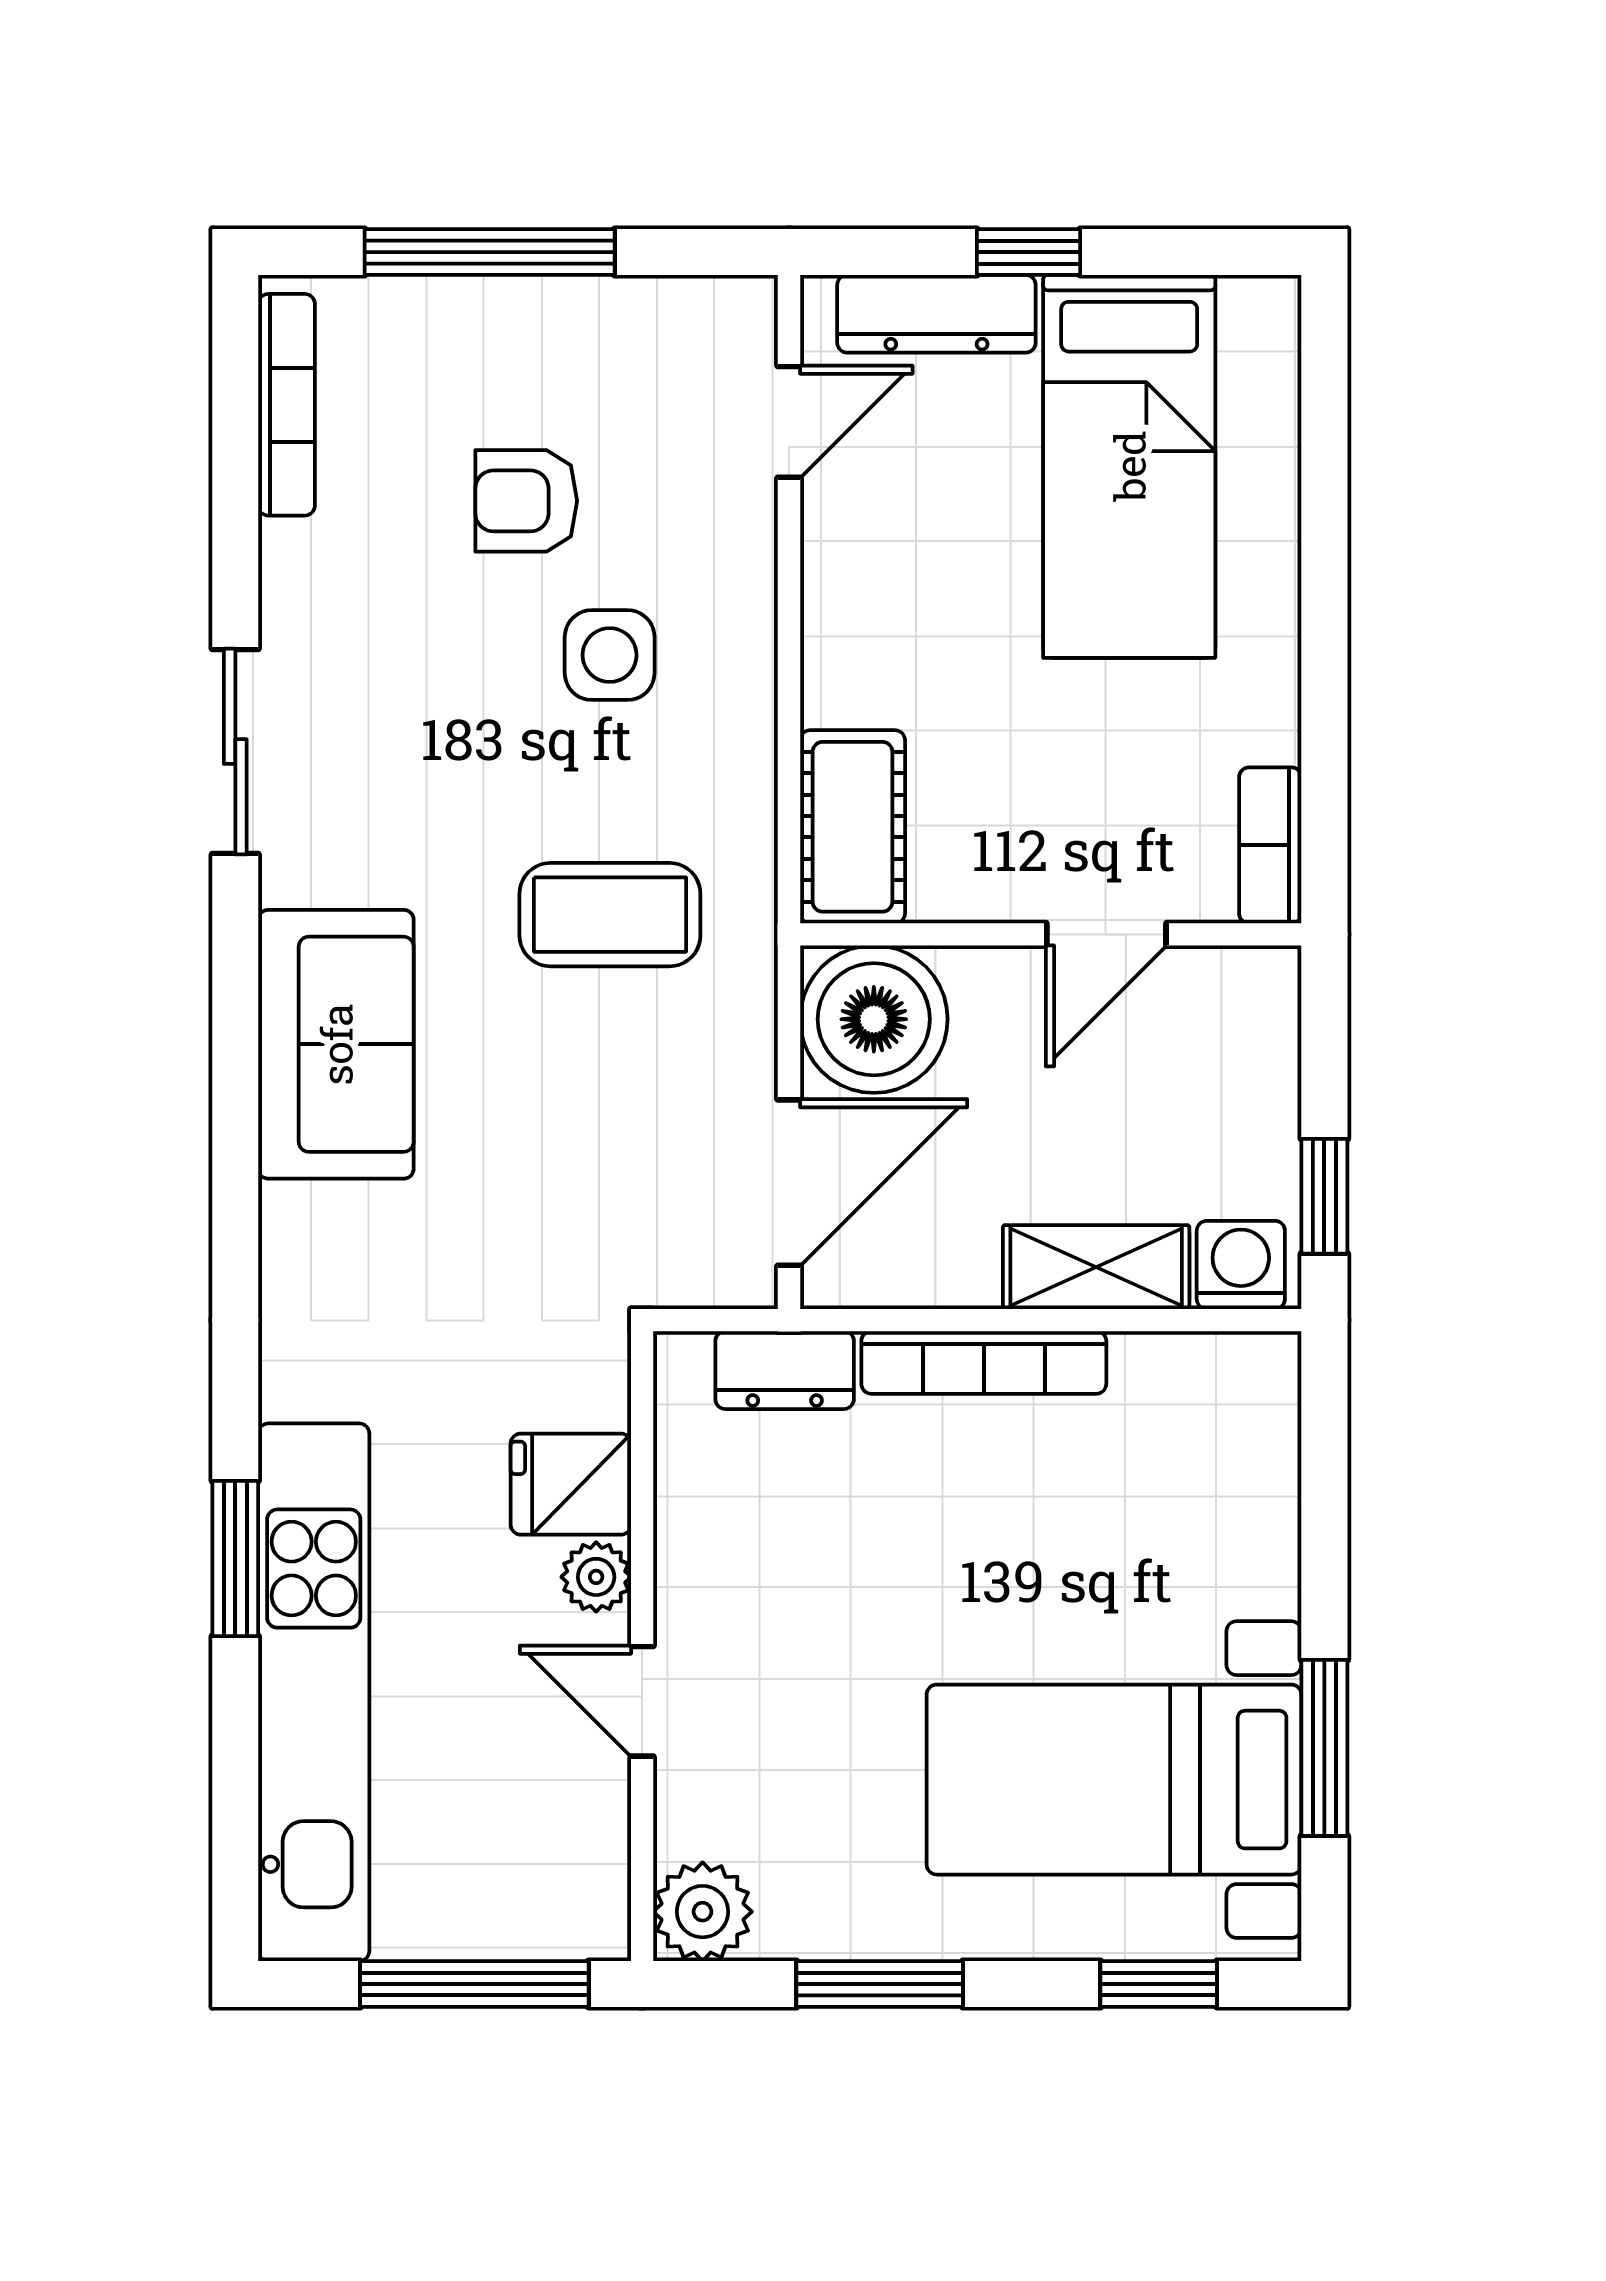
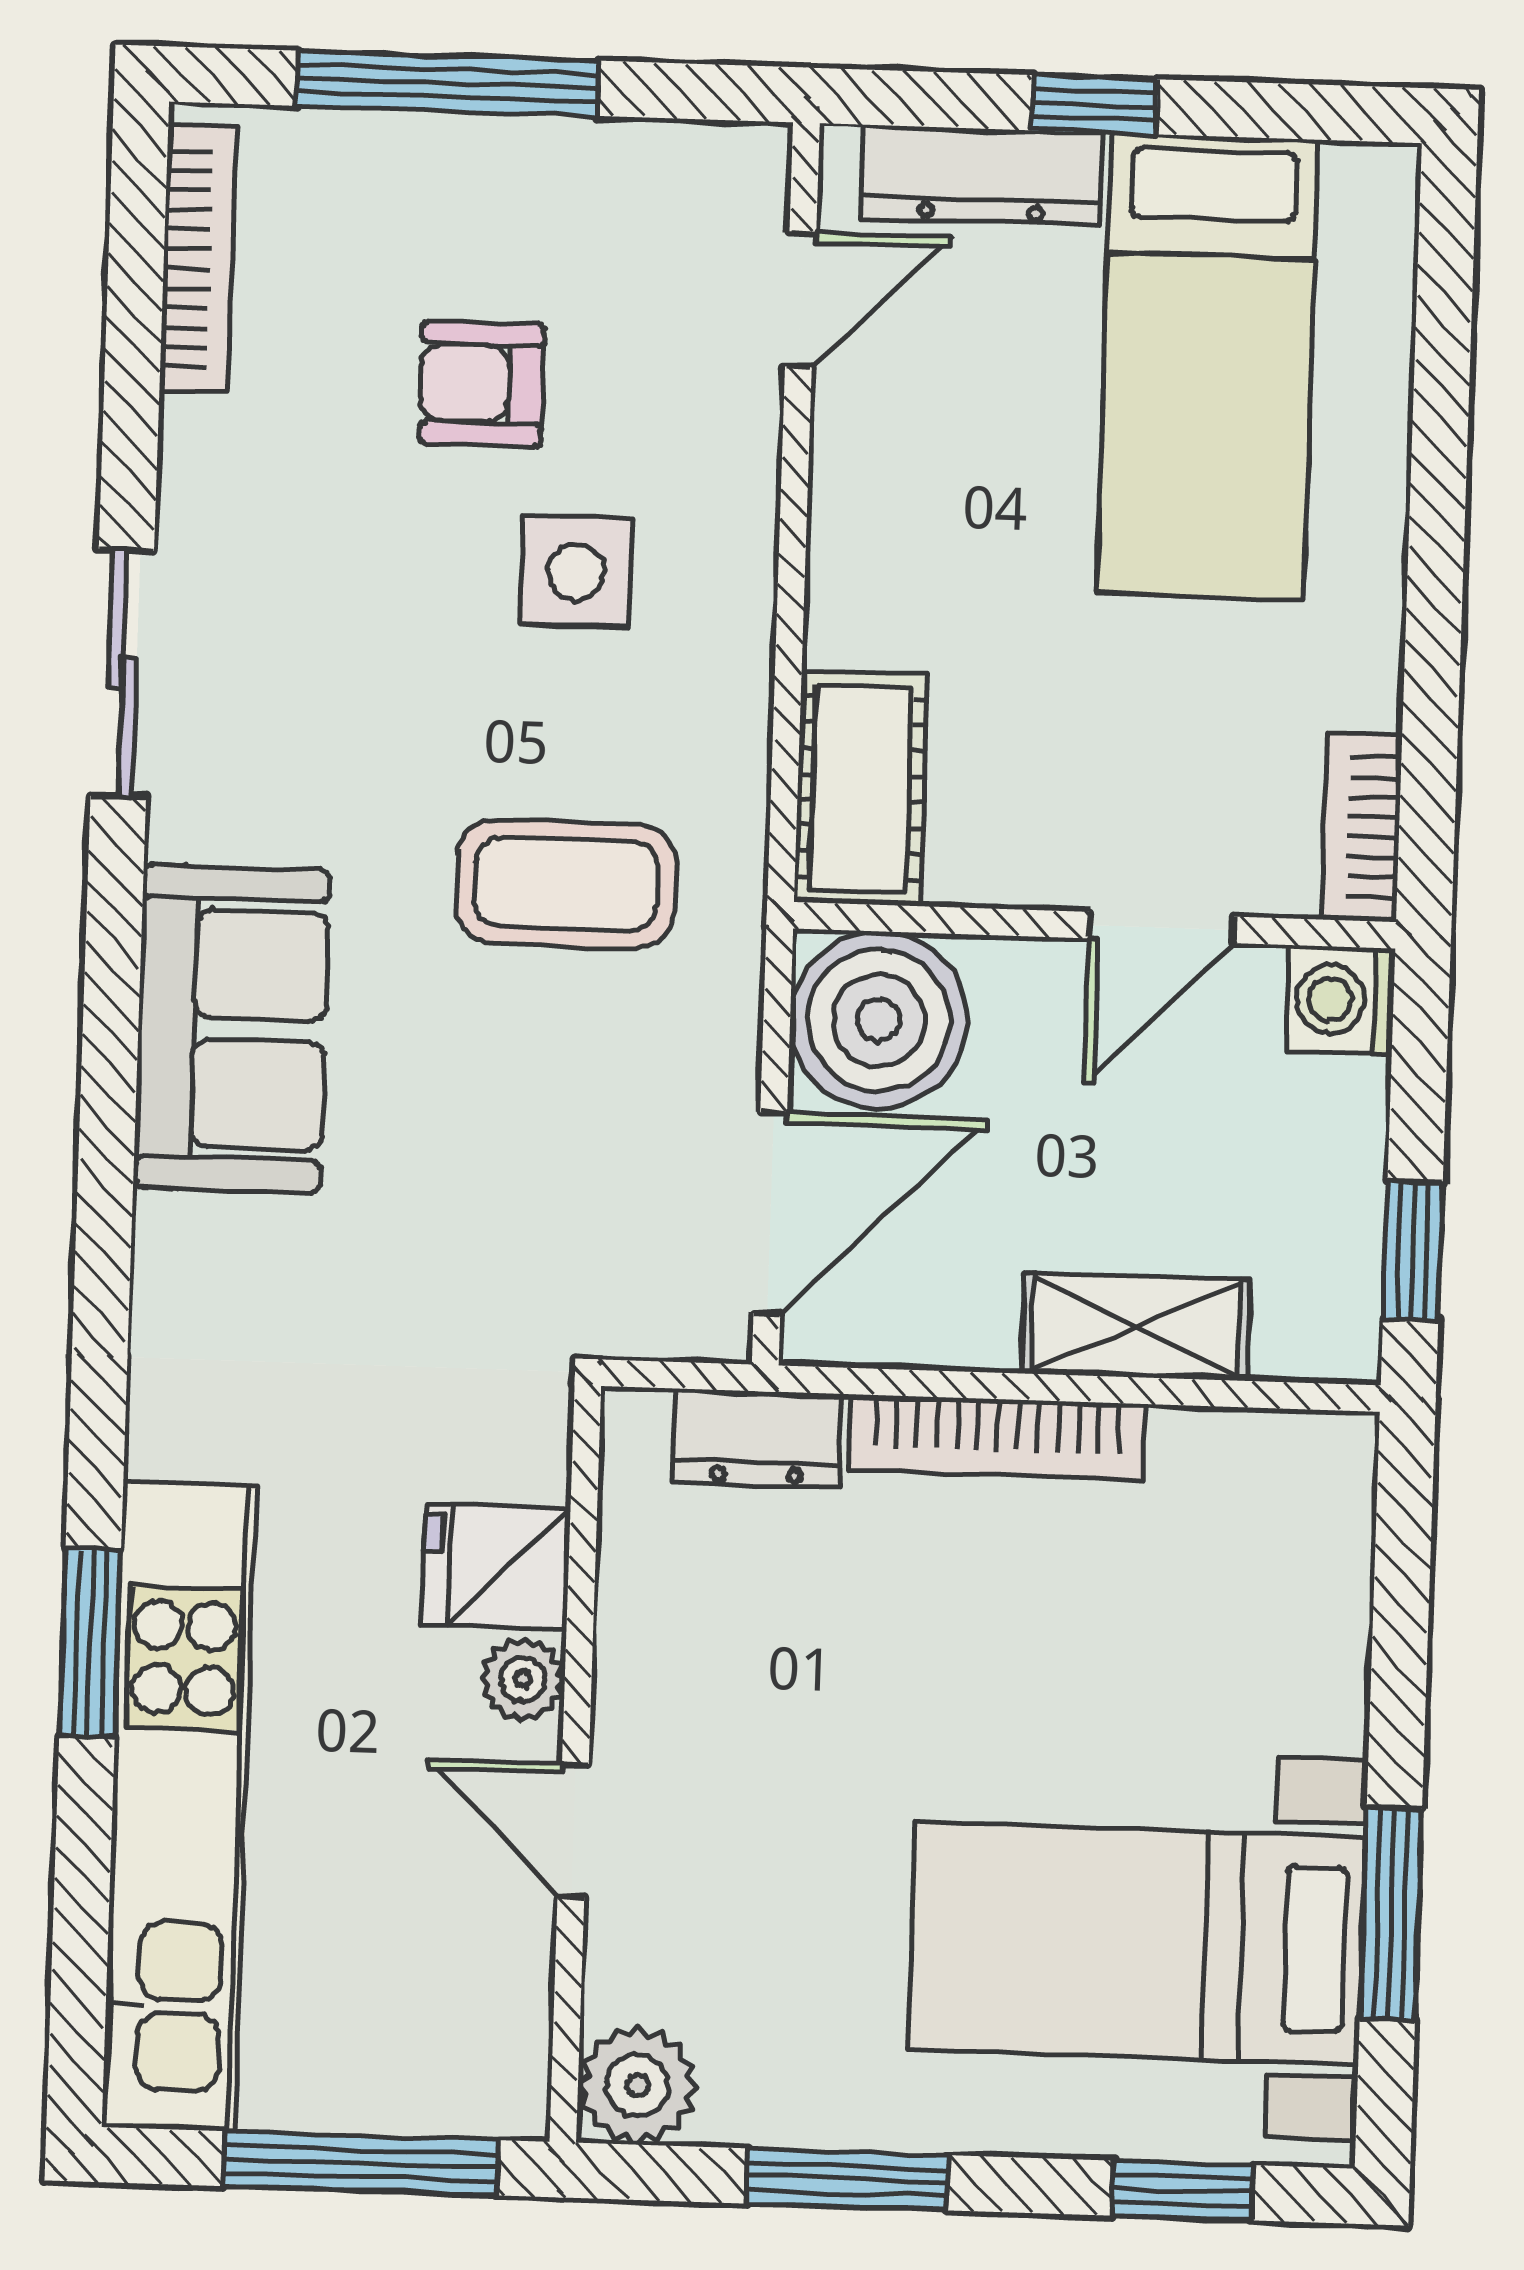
washing machine: (1241, 1265) -> (1341, 1000), moved, turned -90

